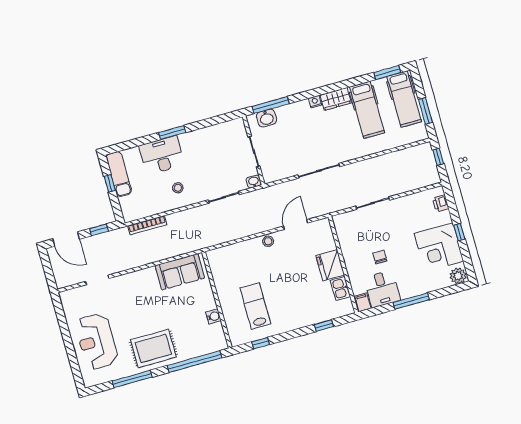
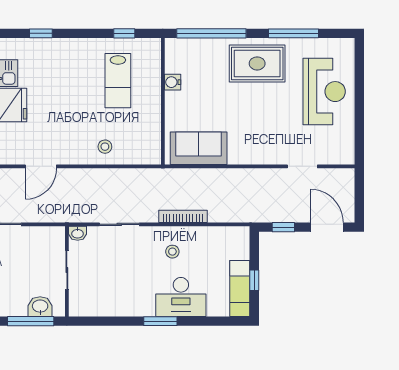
bookcase: (147, 225) -> (183, 216), moved
stool: (268, 241) -> (105, 147), moved

